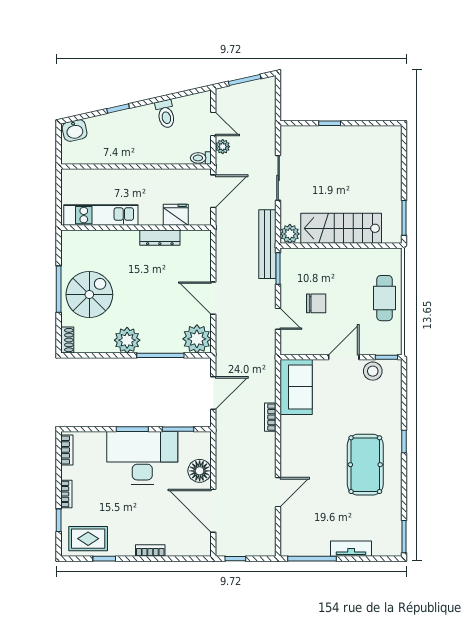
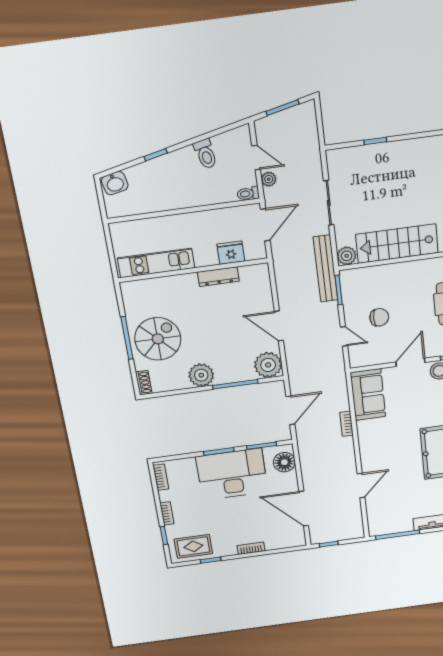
floor lamp: (200, 471) -> (284, 462), moved

